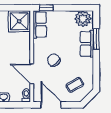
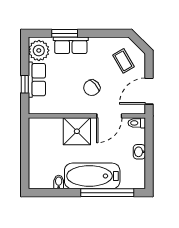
window: (46, 8) -> (25, 84), moved
shower: (19, 21) -> (77, 131), moved
row of seats: (40, 24) -> (37, 80), moved, turned 90

